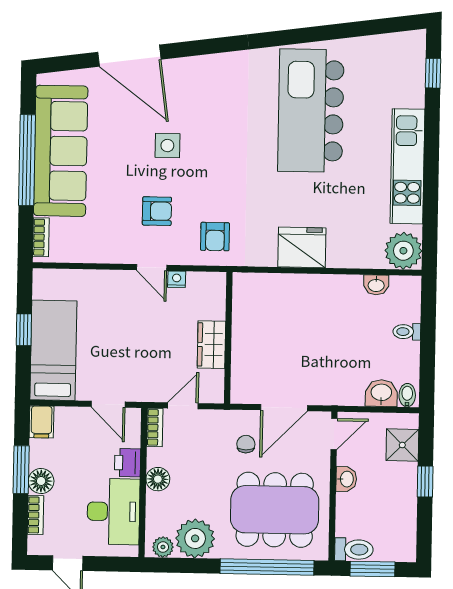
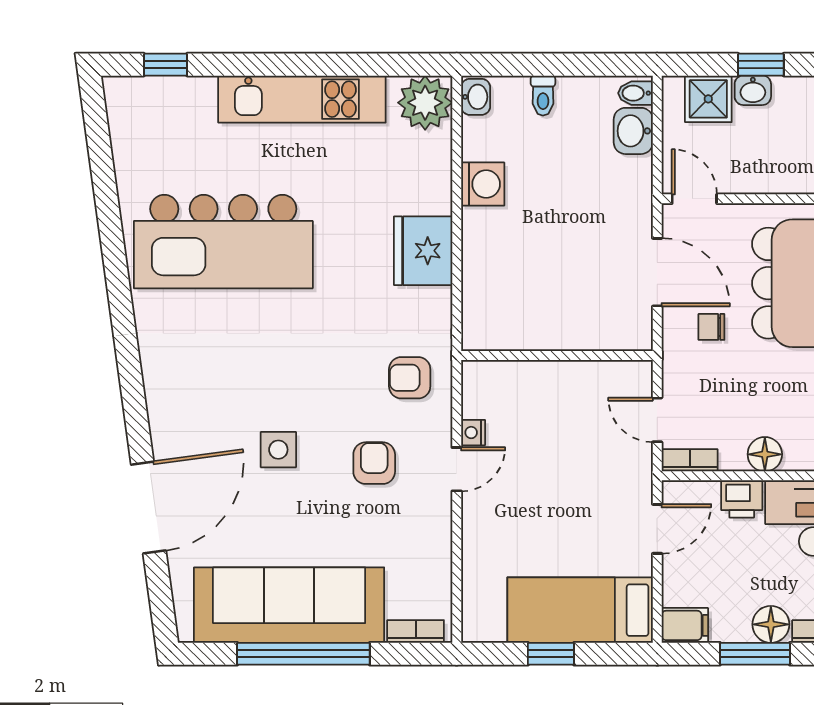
armchair: (215, 237) -> (410, 378), turned 180
washbasin: (376, 285) -> (476, 97), moved
washing machine: (347, 289) -> (483, 184), added
wardrobe: (211, 345) -> (567, 380), removed
washbasin: (346, 479) -> (753, 90), moved, turned 180

